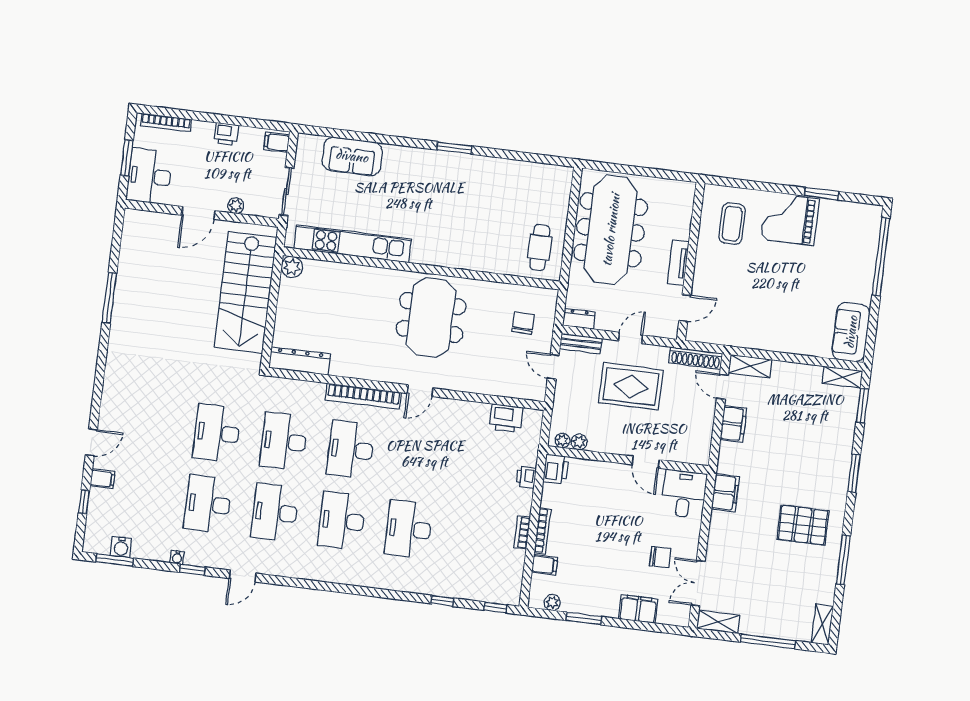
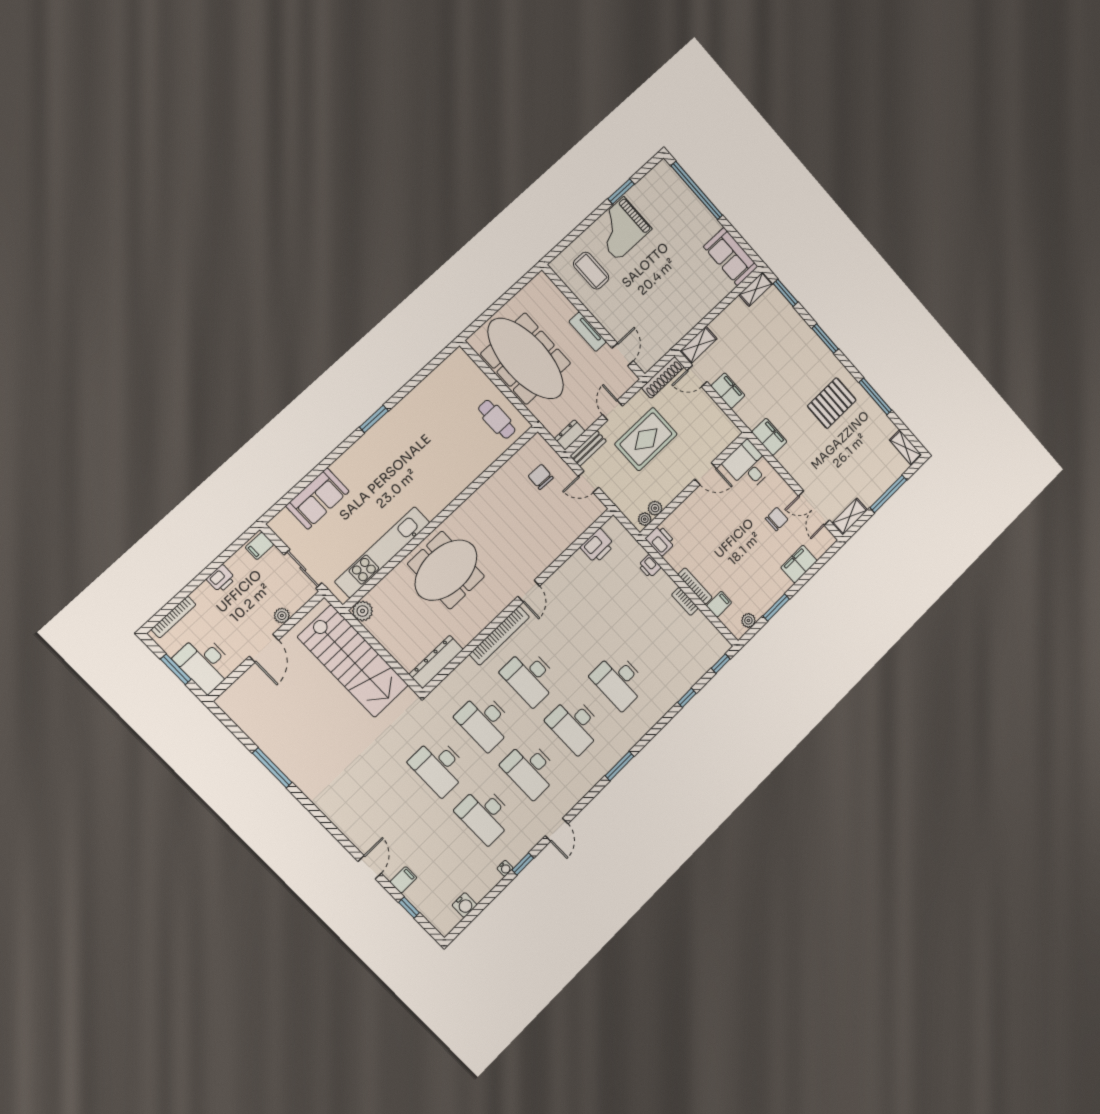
meeting table: (431, 318) -> (446, 570), moved, turned 90
window: (115, 560) -> (620, 766), moved

